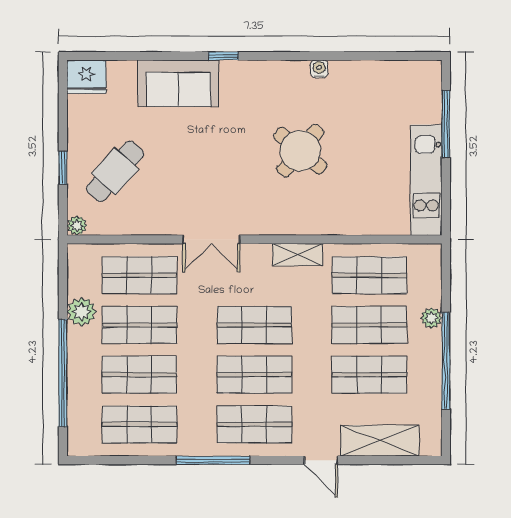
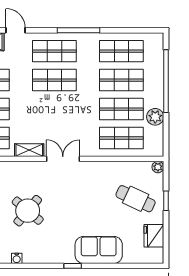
fridge: (86, 77) -> (154, 236), moved, turned -90
cafe table: (115, 171) -> (136, 199), turned 73
double door: (211, 239) -> (63, 159), moved
shop shelf: (254, 325) -> (54, 109), removed

